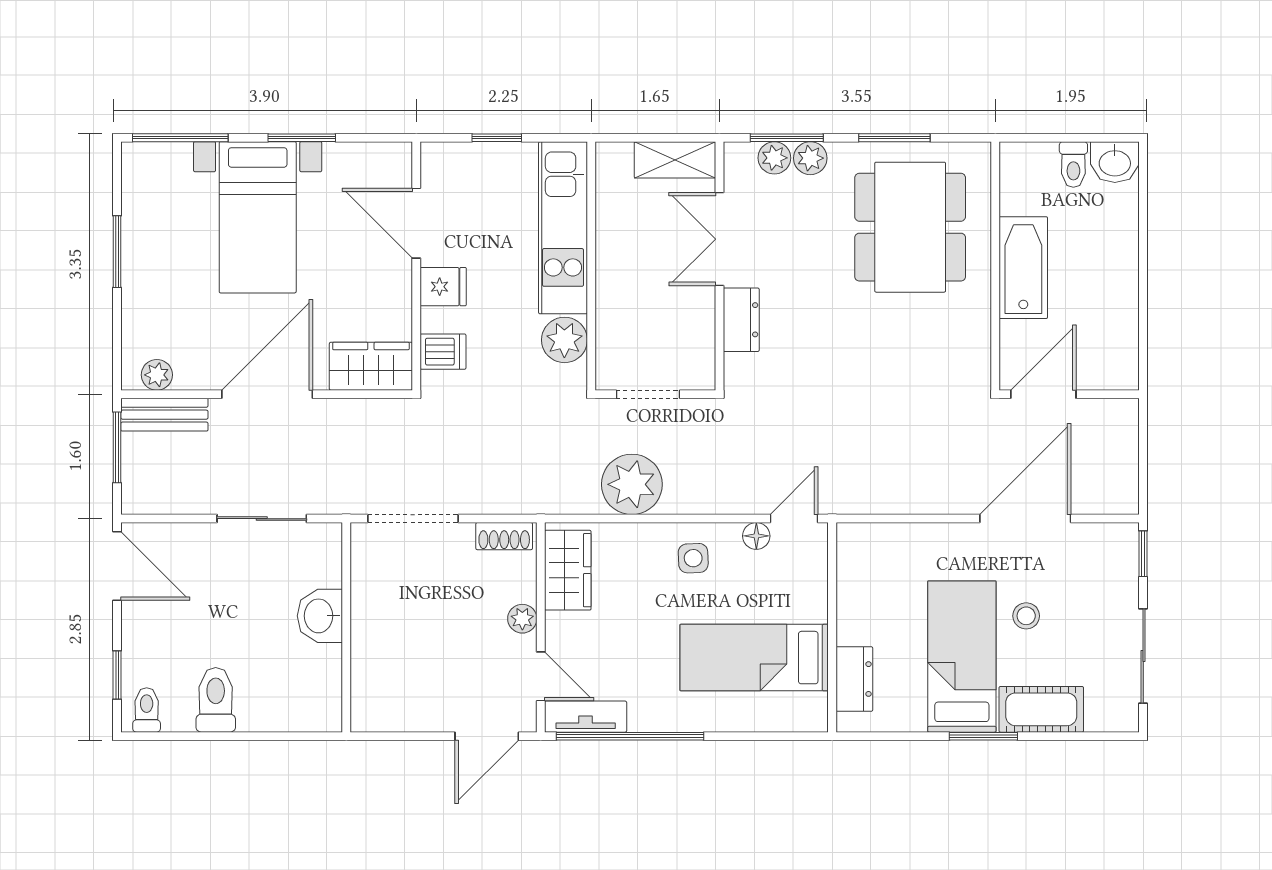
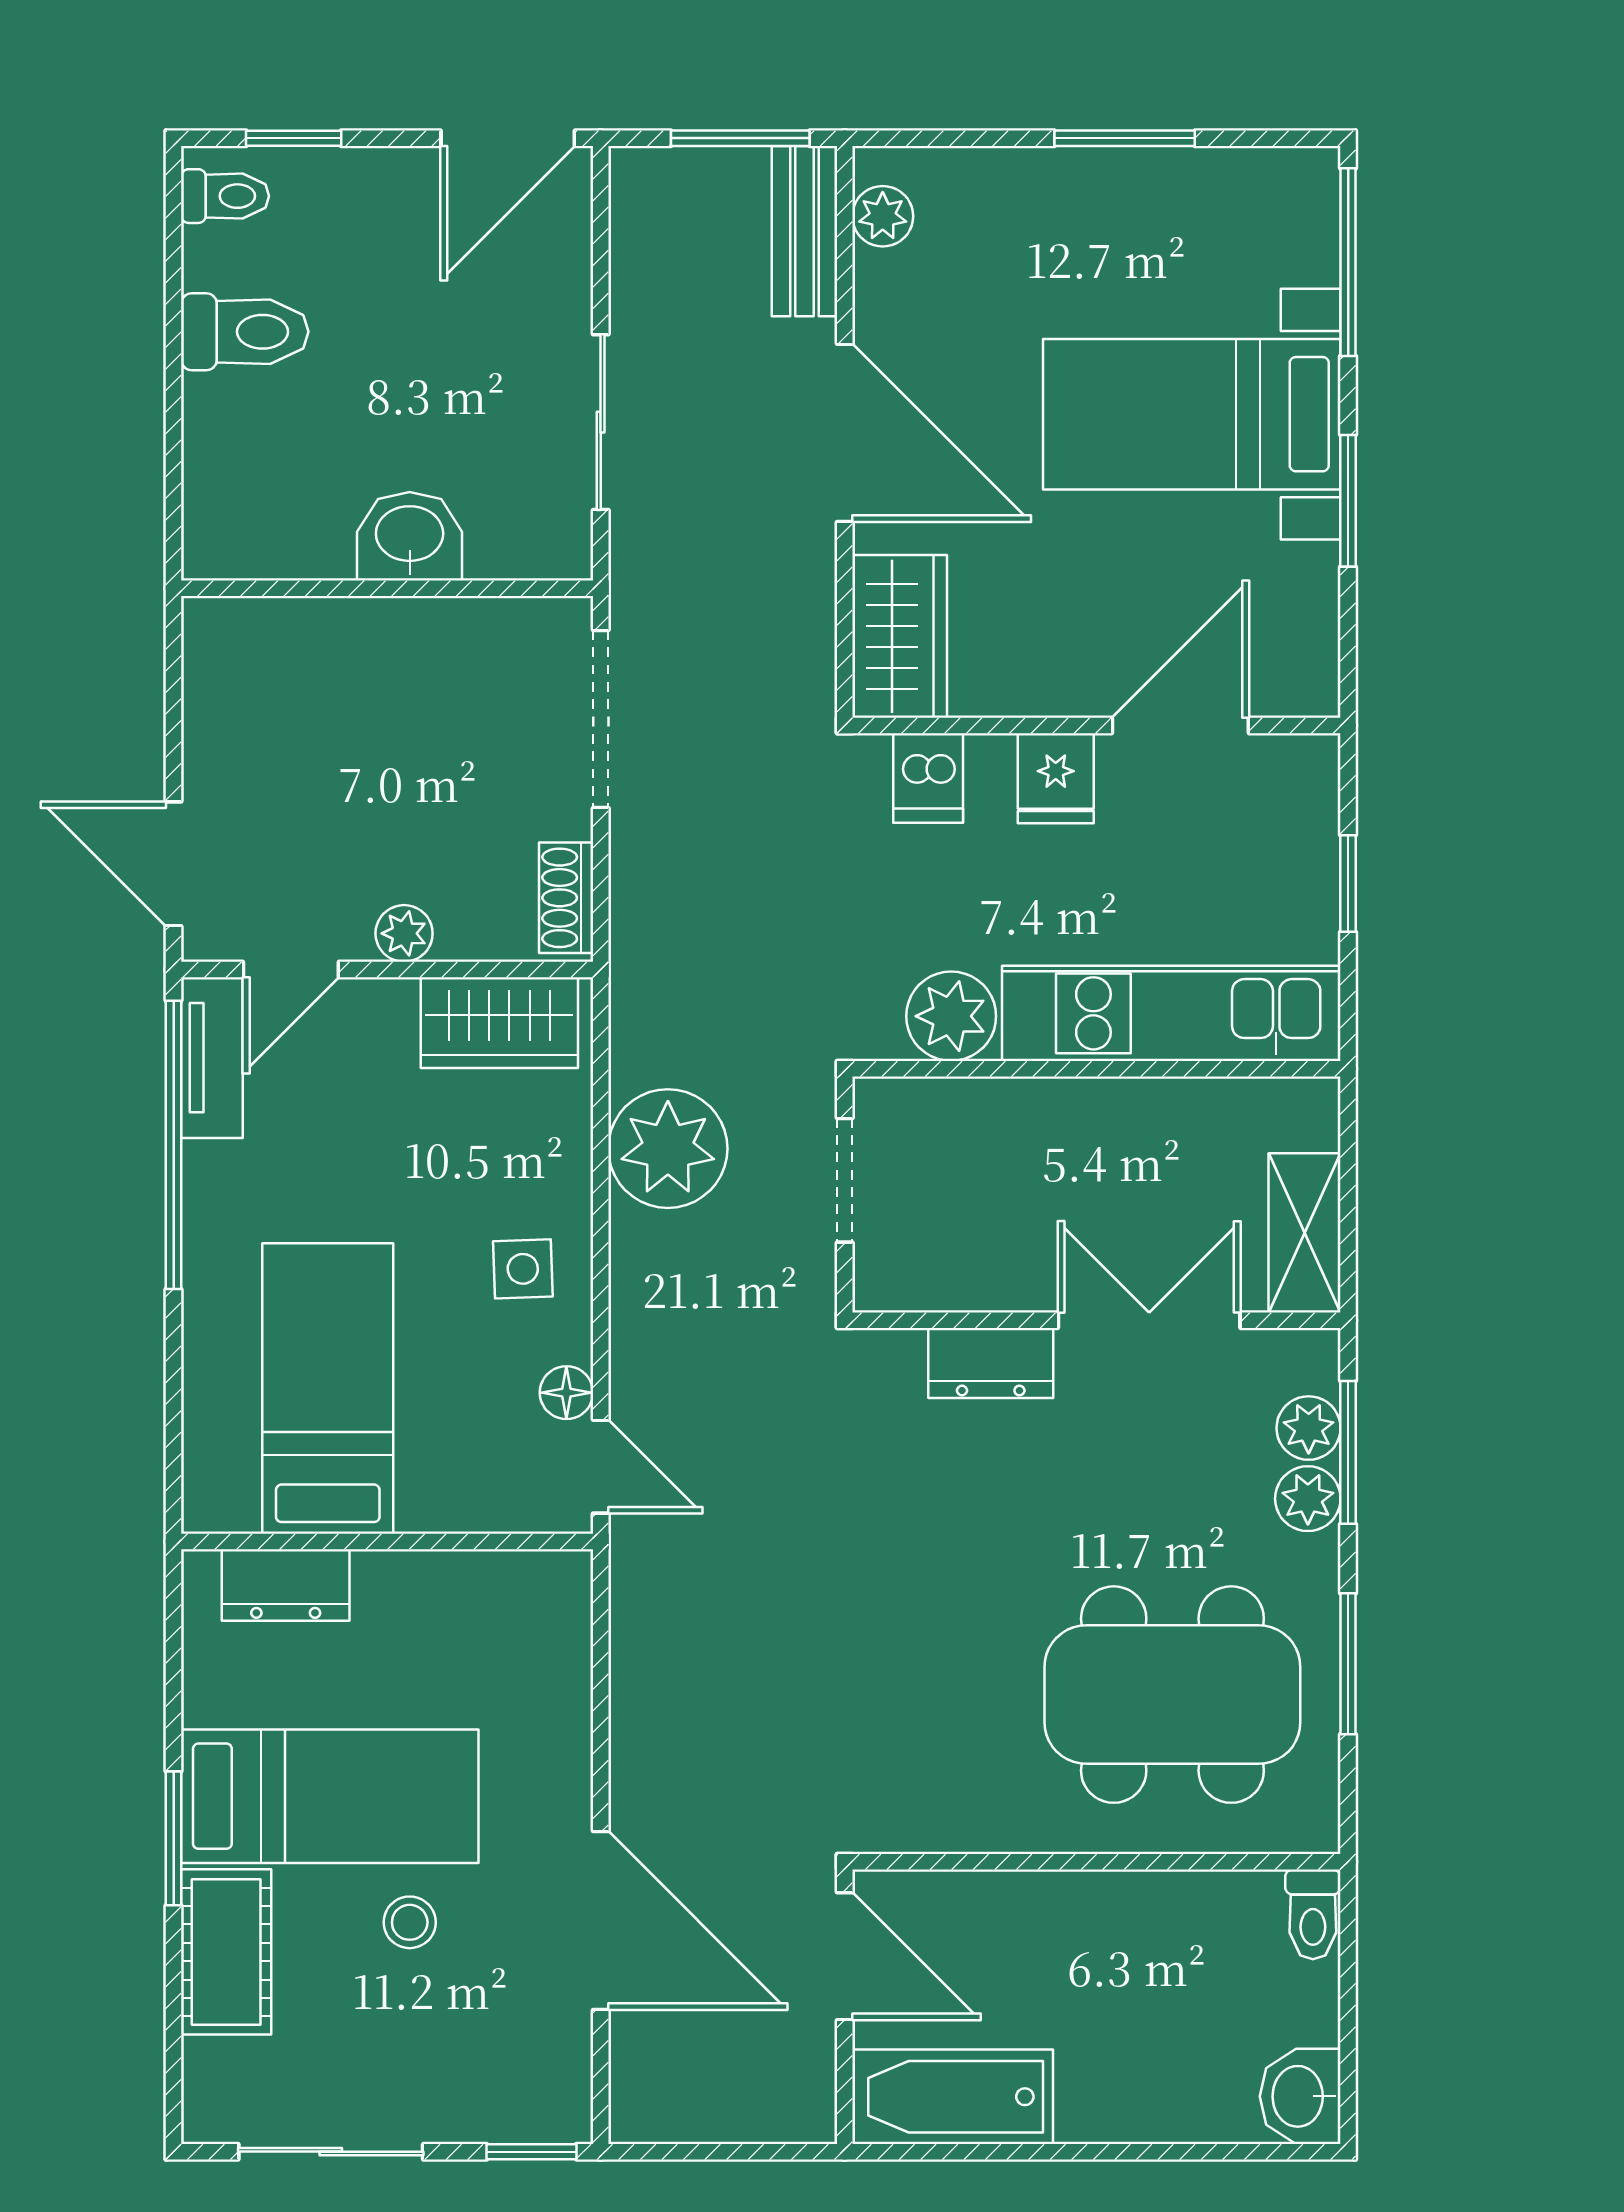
toilet: (1073, 164) -> (1313, 1914), moved, turned -90
bathtub: (1023, 268) -> (953, 2097), moved, turned 180

